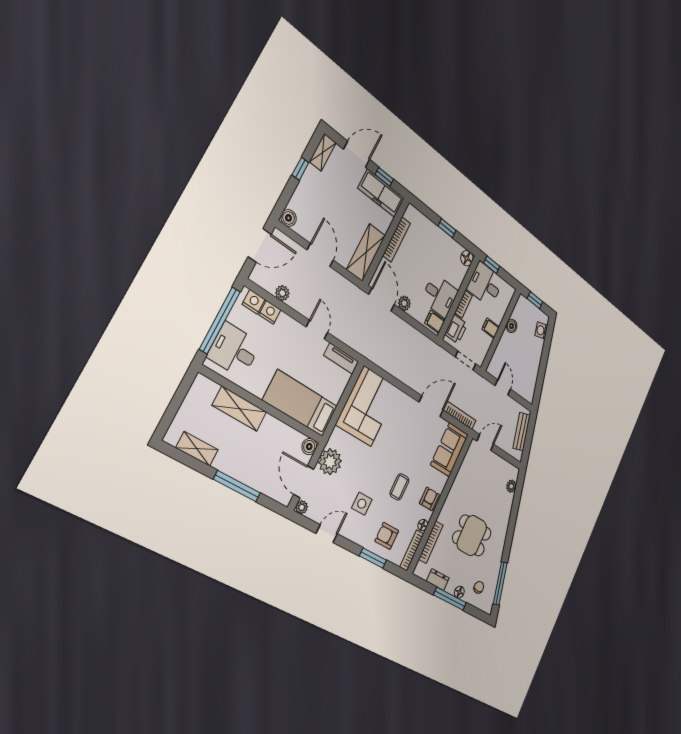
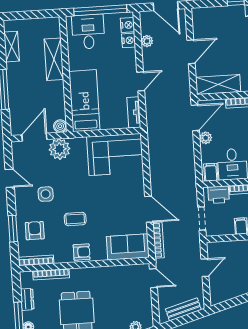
boiler: (289, 218) -> (198, 14), removed
plant: (302, 507) -> (17, 147), removed
floor lamp: (423, 525) -> (60, 258), removed

